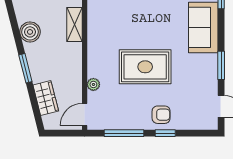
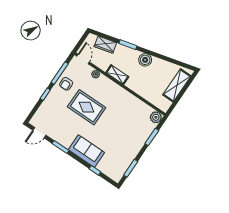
shelving: (75, 25) -> (117, 75), moved
rug: (145, 67) -> (87, 107), turned 90
armchair: (161, 115) -> (66, 84), moved

